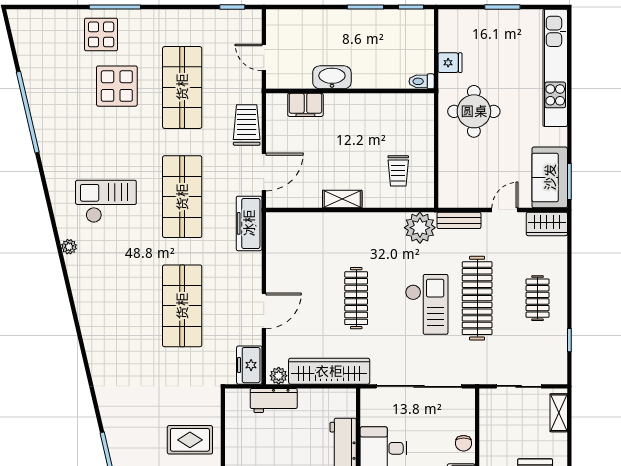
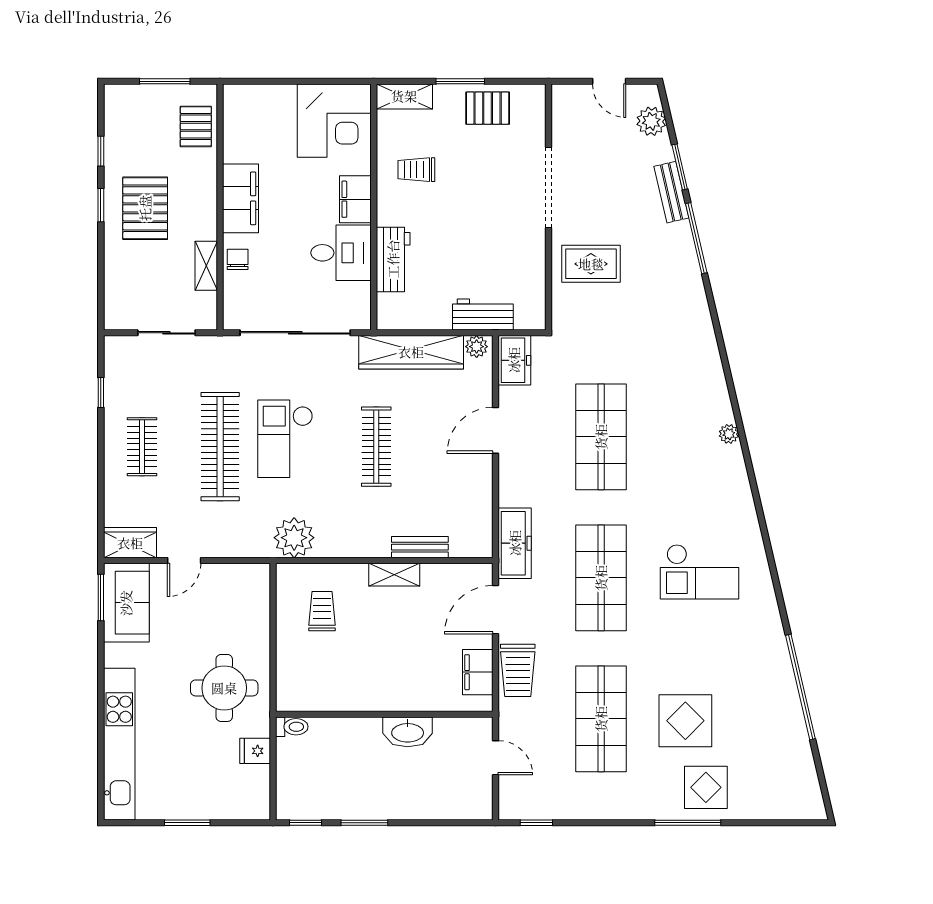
filing cabinet: (305, 105) -> (478, 672), moved, turned -90
bench: (459, 220) -> (420, 547), moved
plant: (69, 247) -> (729, 434), moved
shelving: (559, 413) -> (206, 266), moved

